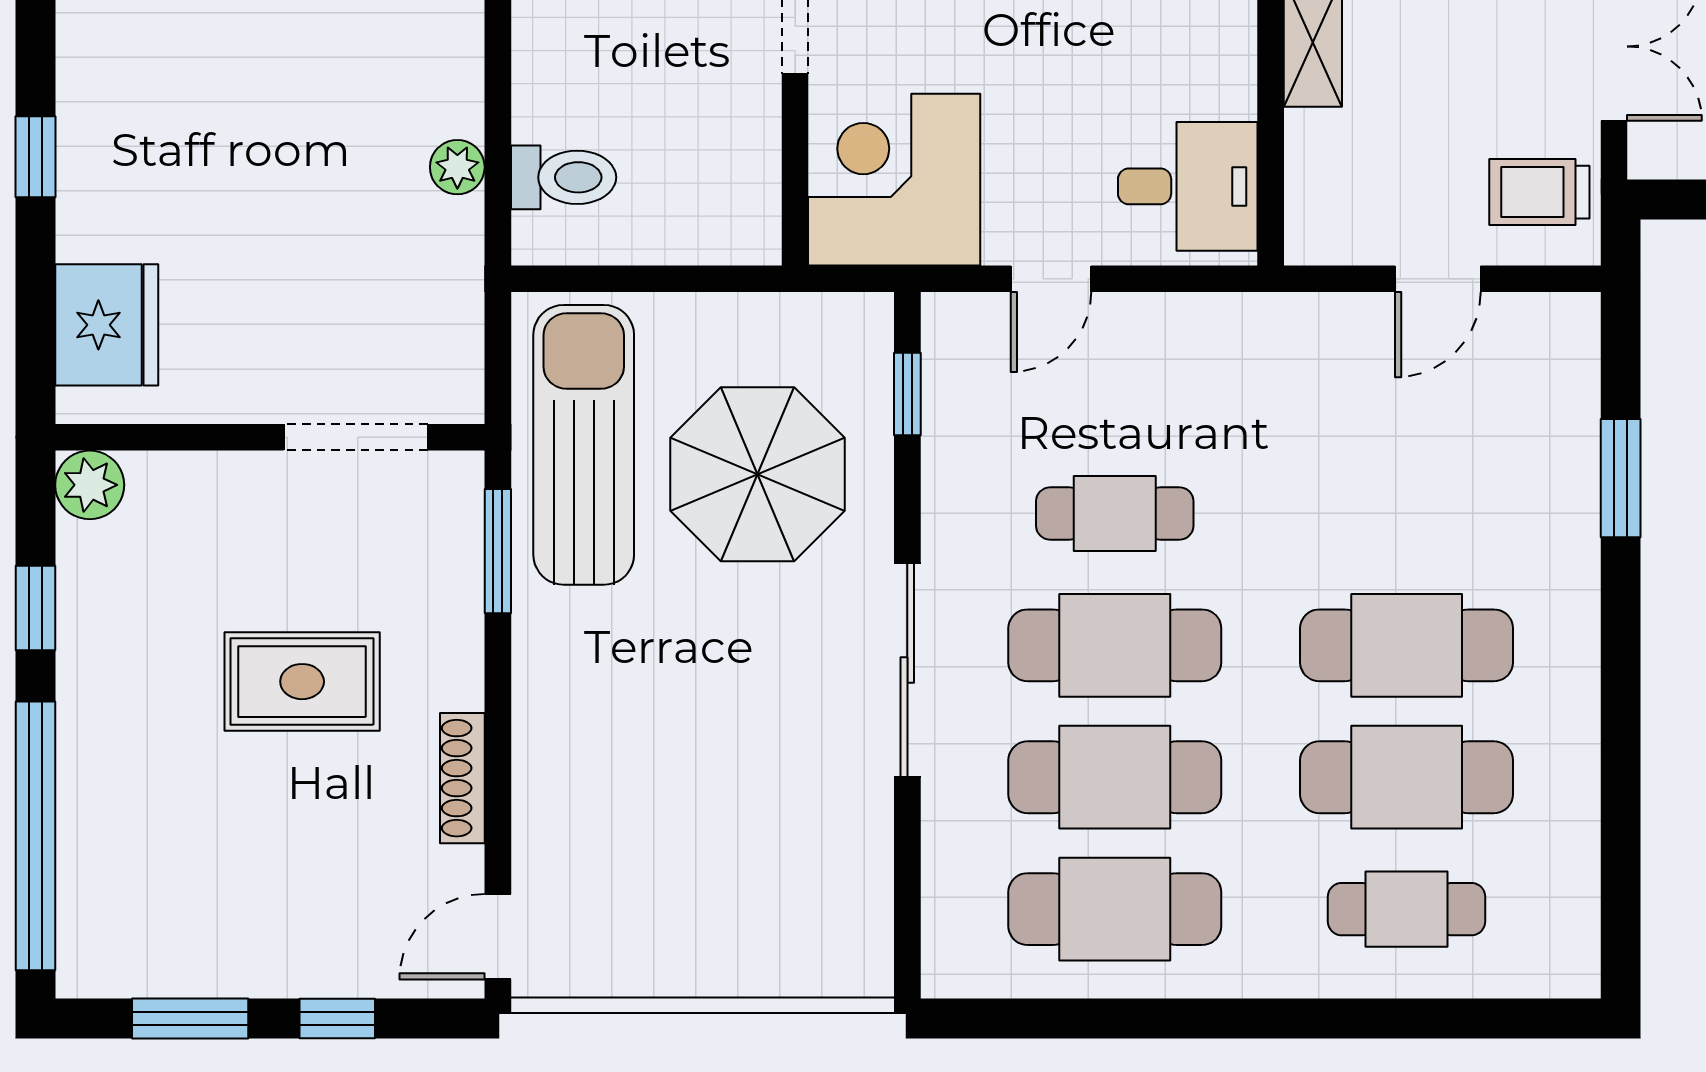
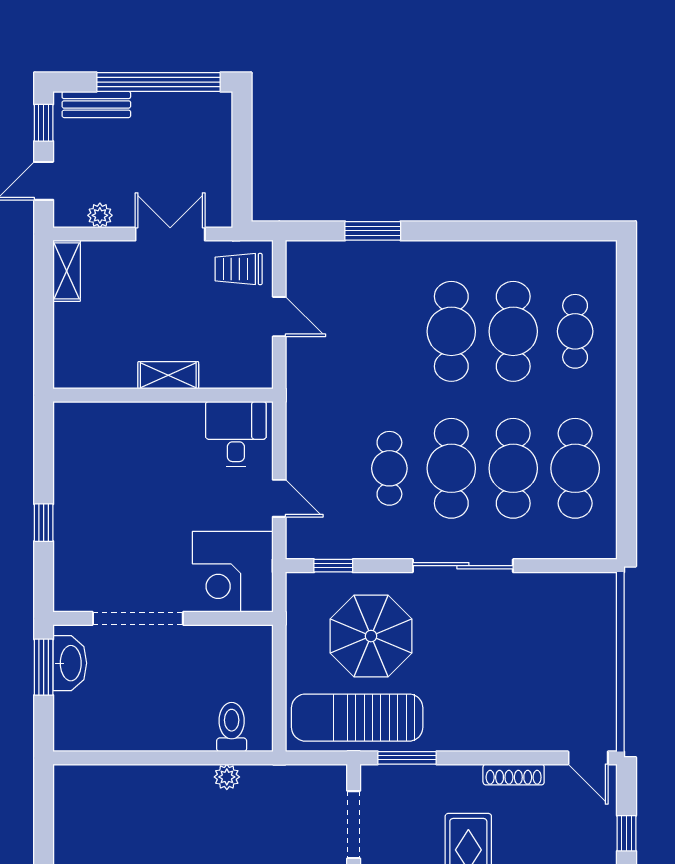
trolley: (1539, 192) -> (239, 269), turned 90

